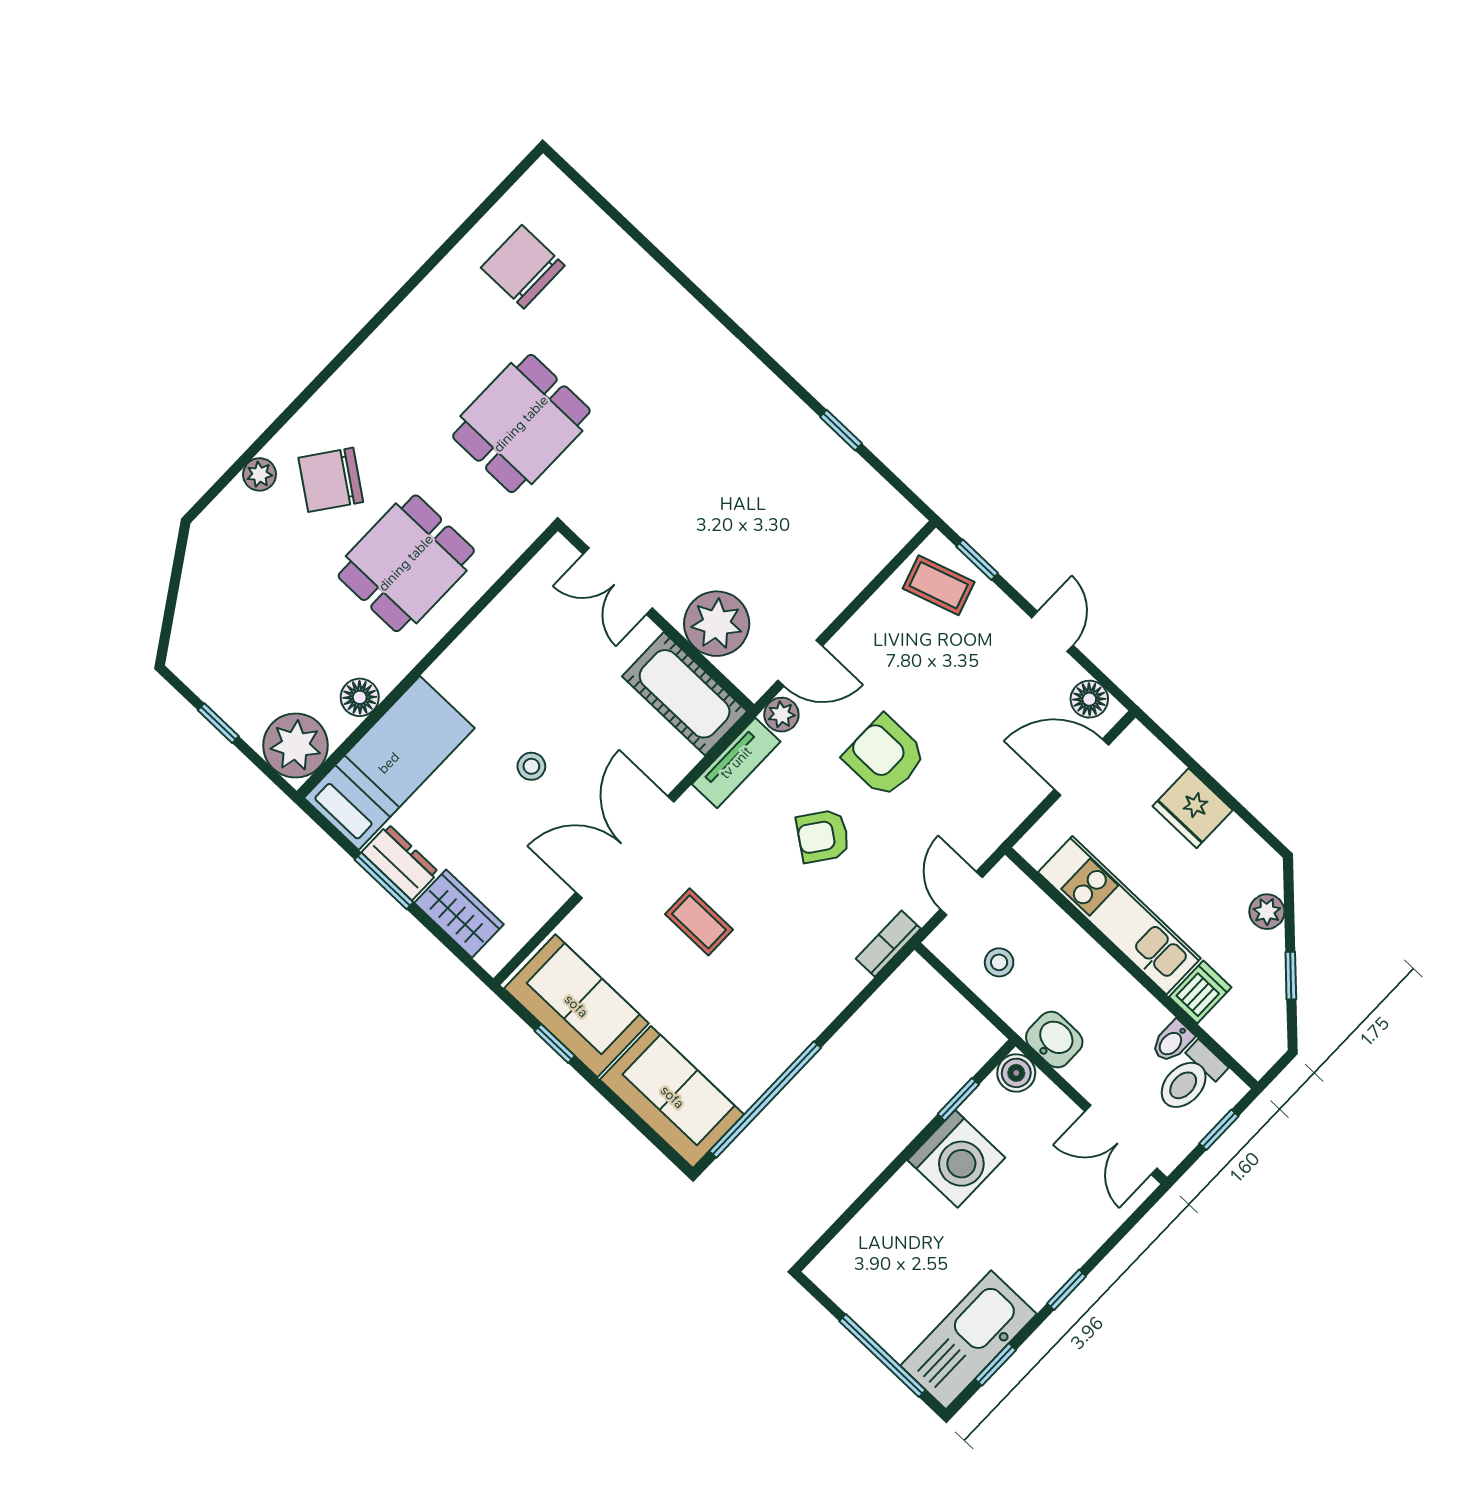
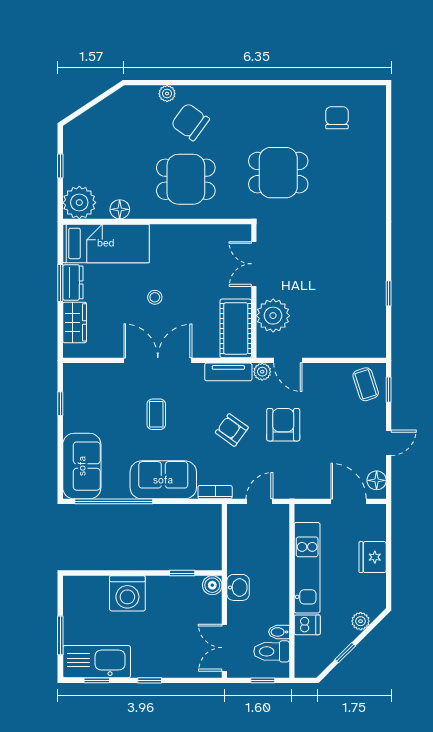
chair: (523, 267) -> (337, 118), width x0.73, depth x0.73
stool: (999, 962) -> (247, 540), removed
sofa: (576, 1006) -> (163, 480), moved, turned -90
washing machine: (956, 1159) -> (127, 593), moved
window: (882, 1356) -> (60, 635), width x0.69

